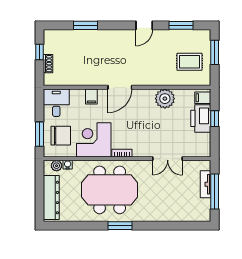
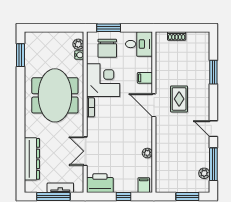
window: (181, 25) -> (213, 164), width x1.44
plant: (191, 35) -> (204, 173), added
window: (39, 52) -> (188, 28), removed
rug: (189, 62) -> (179, 99), moved
plant: (165, 99) -> (147, 153), width x0.53, depth x0.53
printer: (201, 118) -> (100, 183), moved
dresser: (51, 198) -> (32, 159), moved, turned -90
window: (120, 226) -> (20, 55), moved

